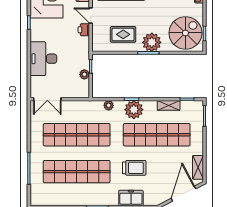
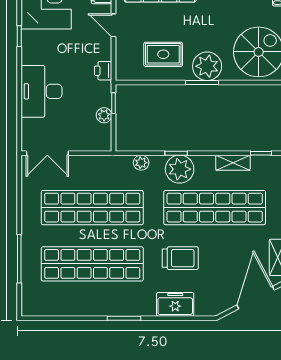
printer: (84, 30) -> (103, 71), moved

